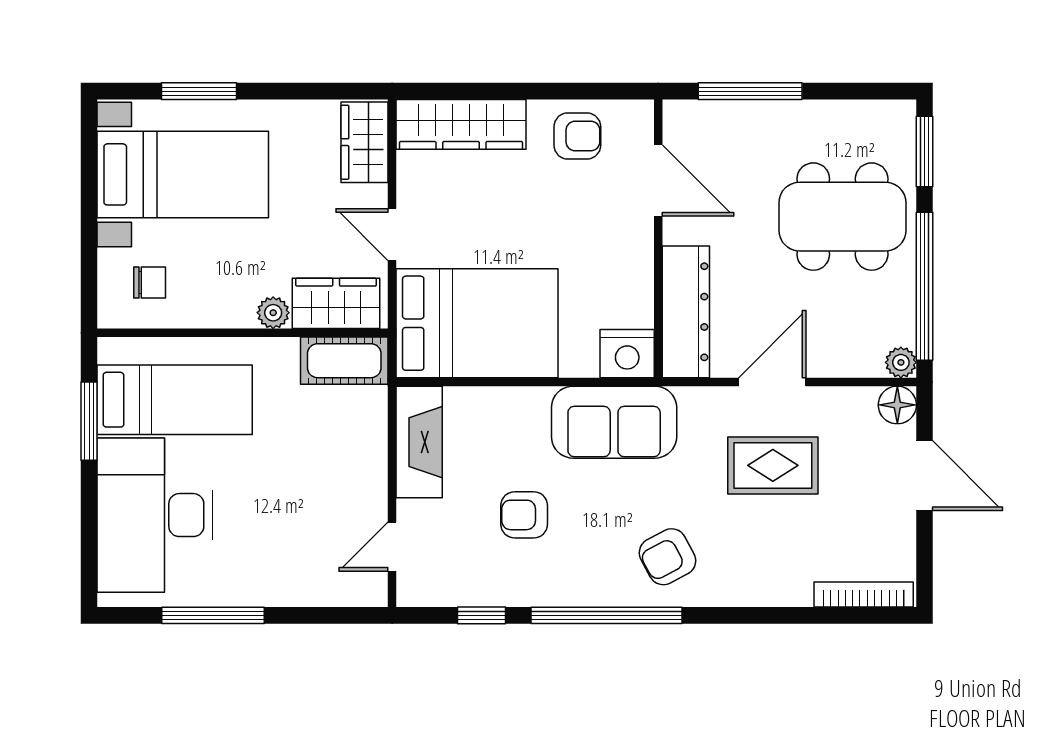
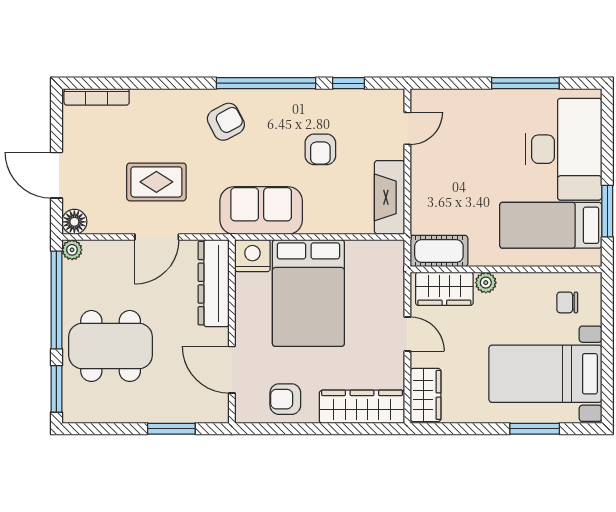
window: (750, 91) -> (171, 429), width x0.69
bed: (477, 323) -> (308, 293), moved, turned -90
armchair: (524, 515) -> (320, 149), turned 90

